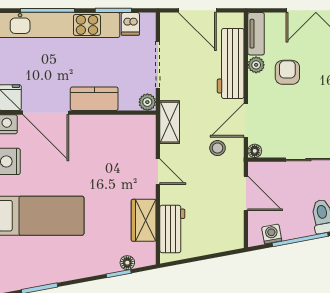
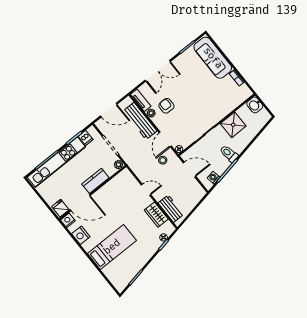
shelving: (170, 122) -> (134, 165), removed

